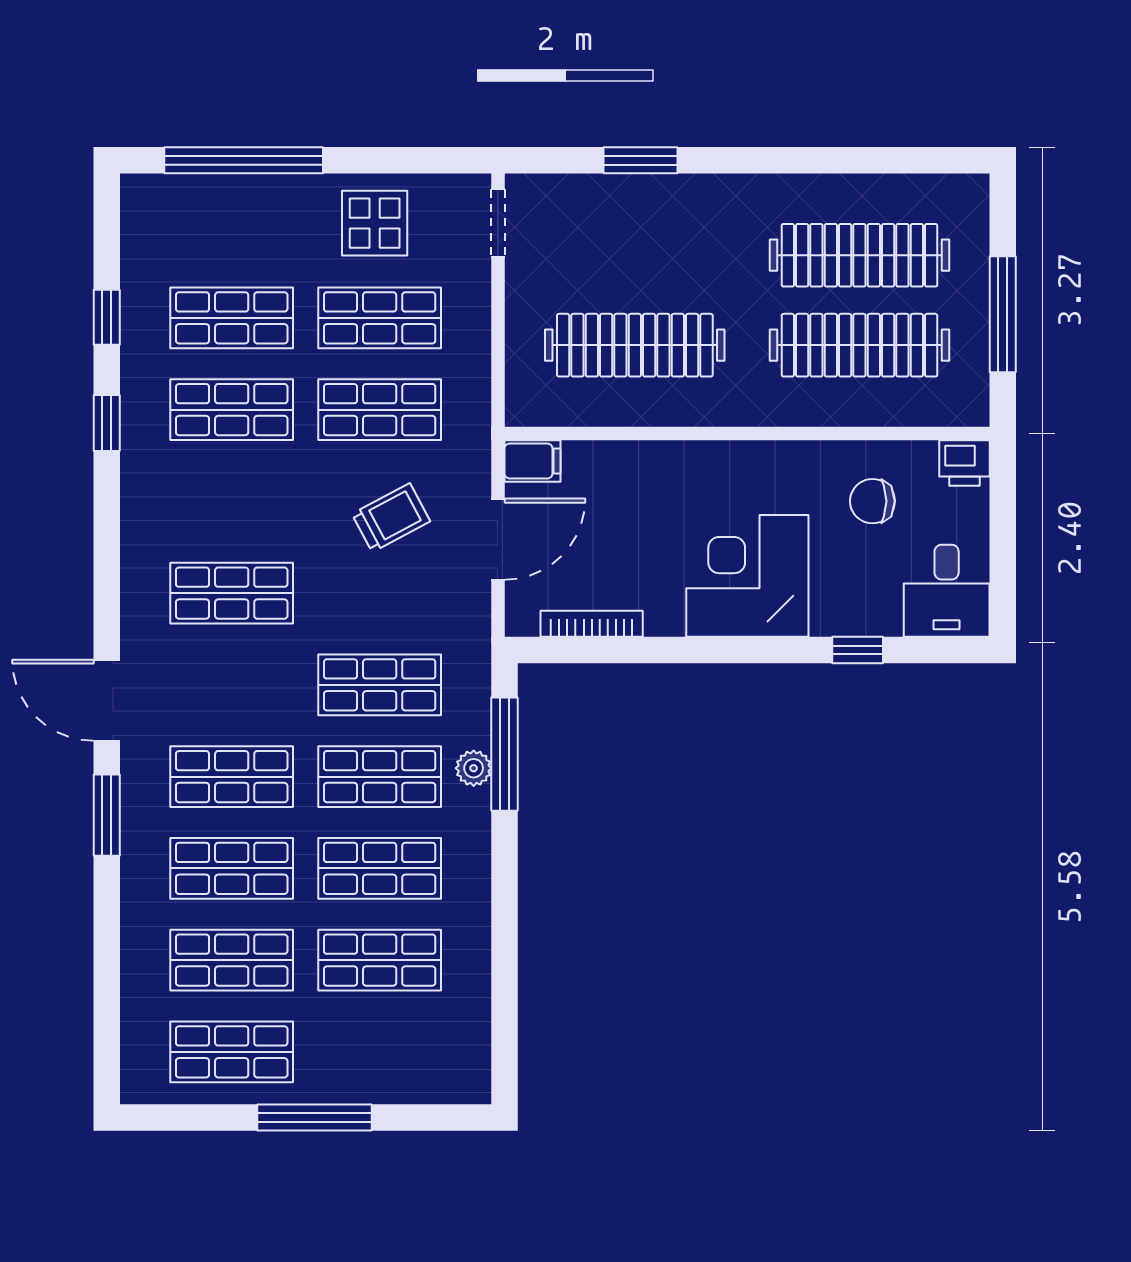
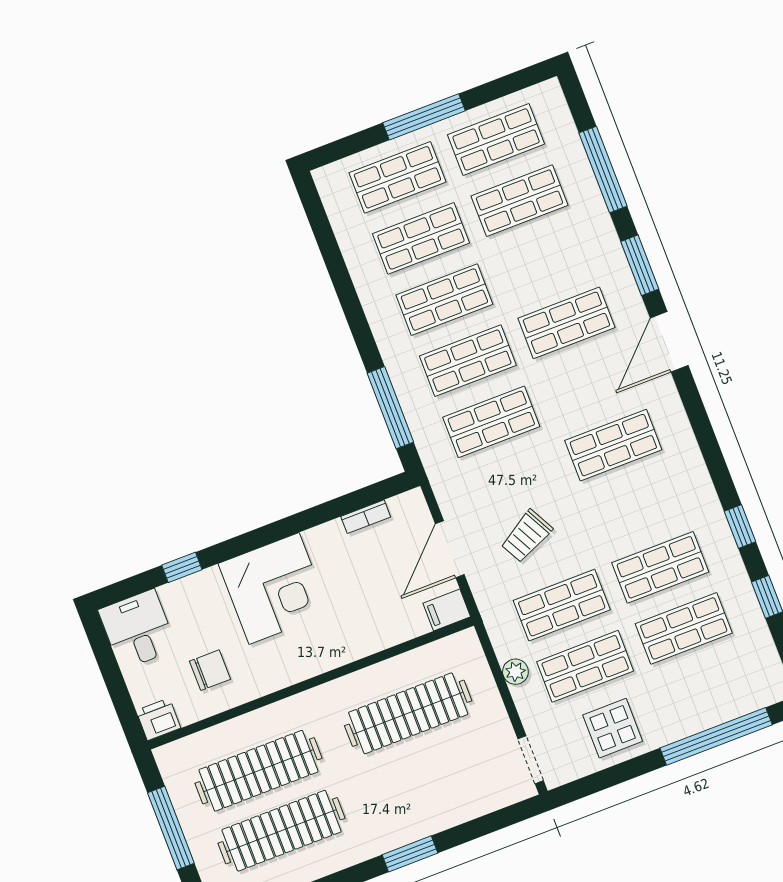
window: (640, 160) -> (410, 854), moved
bookcase: (592, 624) -> (366, 517), width x0.64
door: (107, 700) -> (669, 342), swing flipped
plant: (474, 768) -> (515, 672), moved
shop shelf: (232, 868) -> (397, 177), moved
window: (107, 959) -> (603, 170), added

